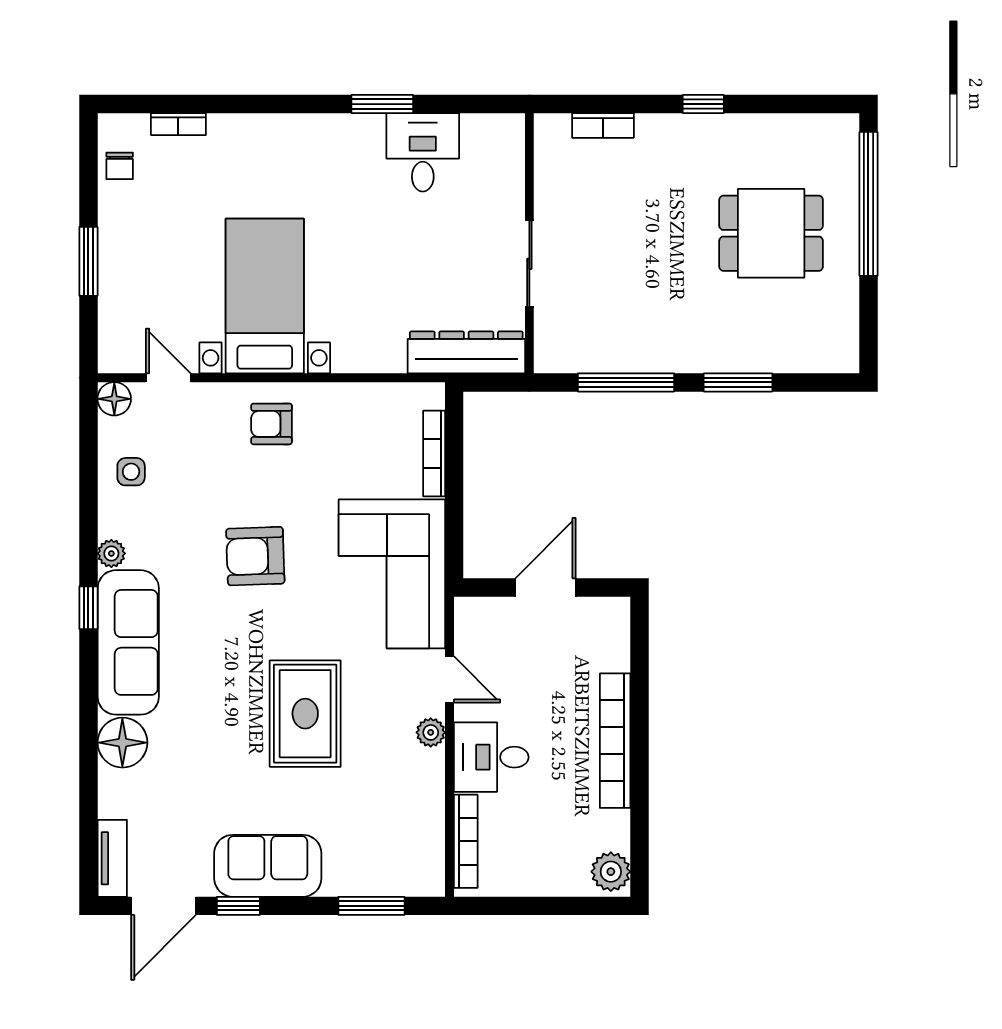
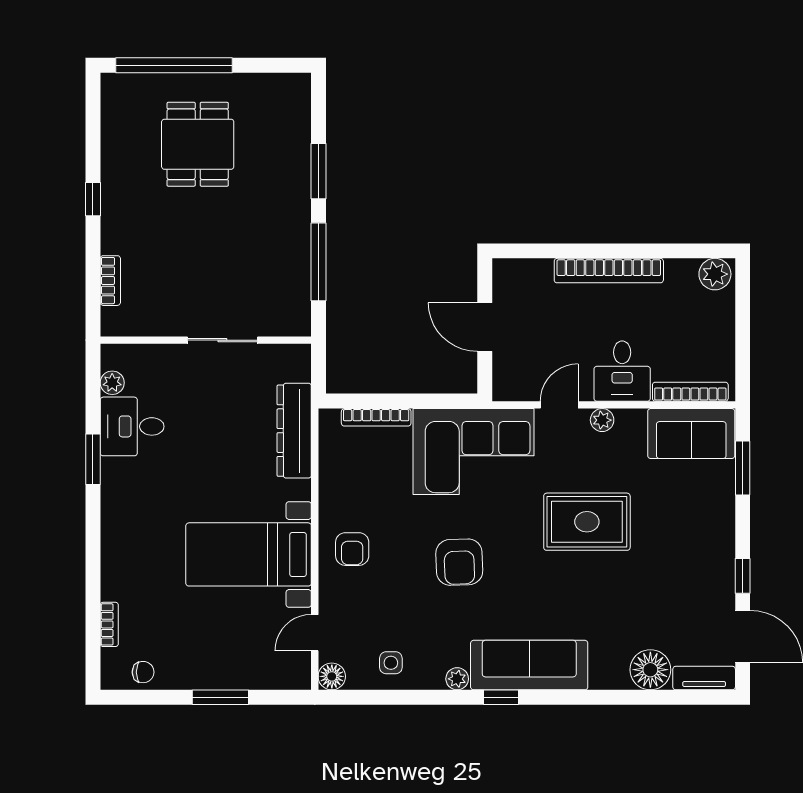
plant: (477, 128) -> (112, 383), added
dresser: (466, 352) -> (294, 431), moved
floor lamp: (122, 743) -> (650, 670), moved
sofa: (268, 866) -> (691, 434), moved, turned -90

